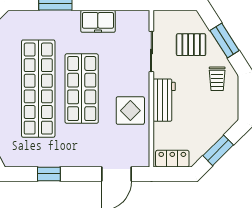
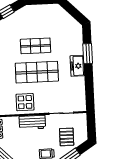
freezer: (98, 21) -> (77, 66), moved
shop shelf: (38, 89) -> (36, 46), width x0.50, depth x0.74

